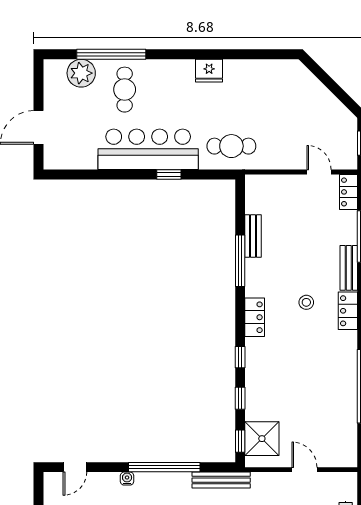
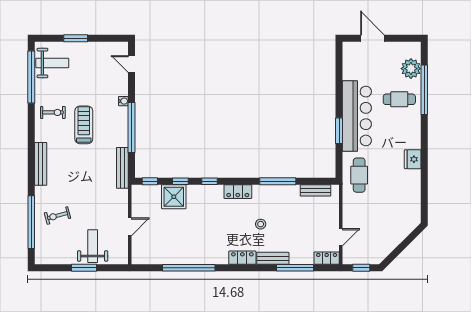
window: (169, 174) -> (339, 131), width x1.50
bench: (253, 236) -> (315, 190), moved
stool: (306, 302) -> (261, 224), moved
shower: (262, 439) -> (174, 197), moved

